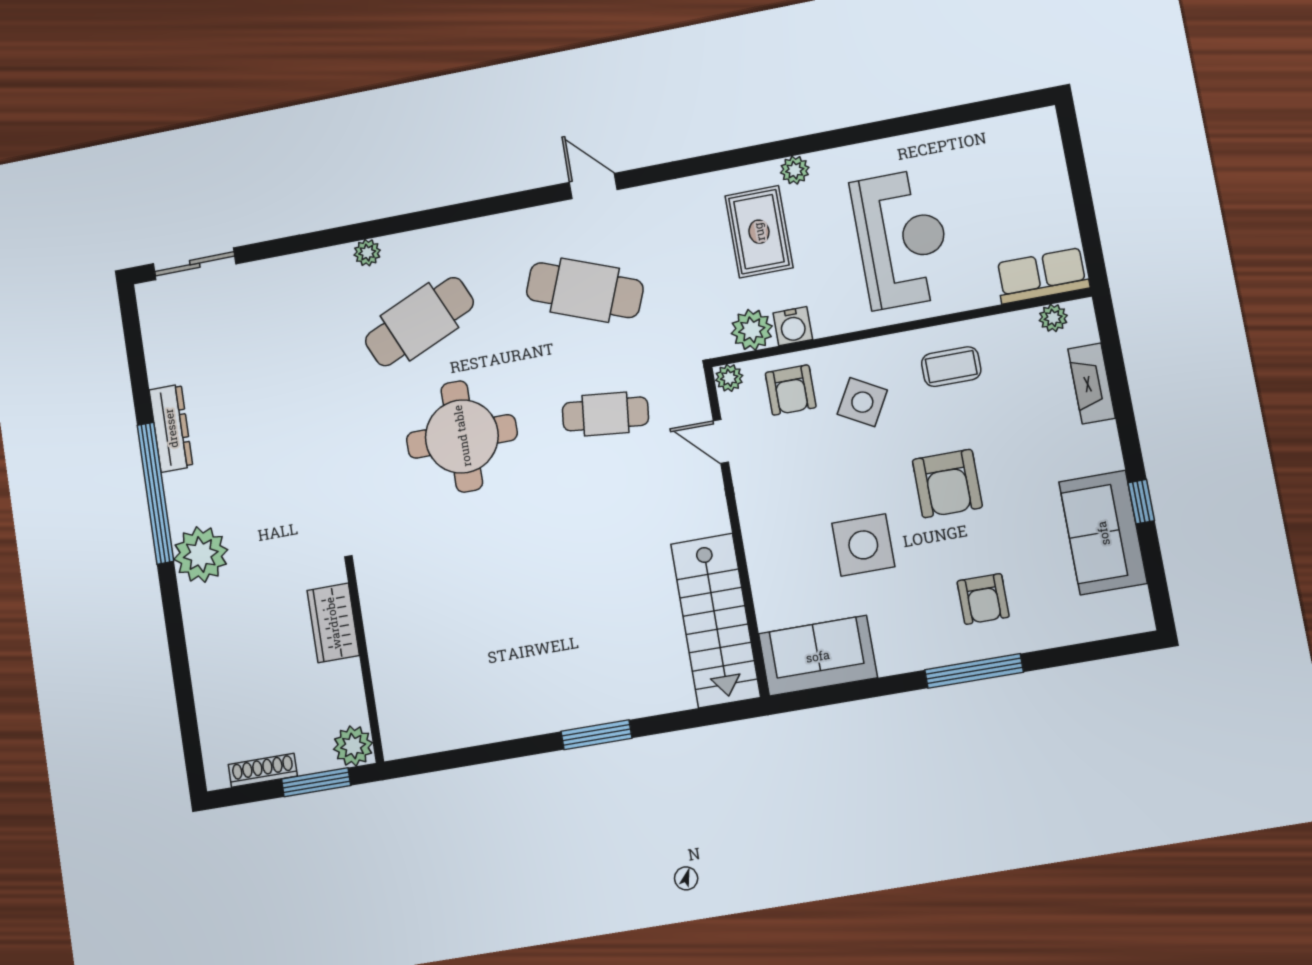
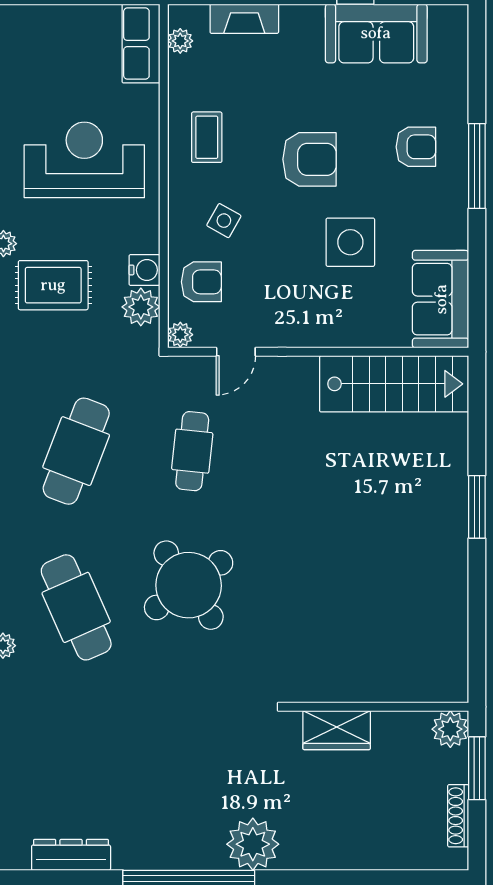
side table: (862, 402) -> (224, 221), width x0.73, depth x0.73
dresser: (171, 428) -> (71, 855), moved
round table: (462, 436) -> (189, 585), turned -35

